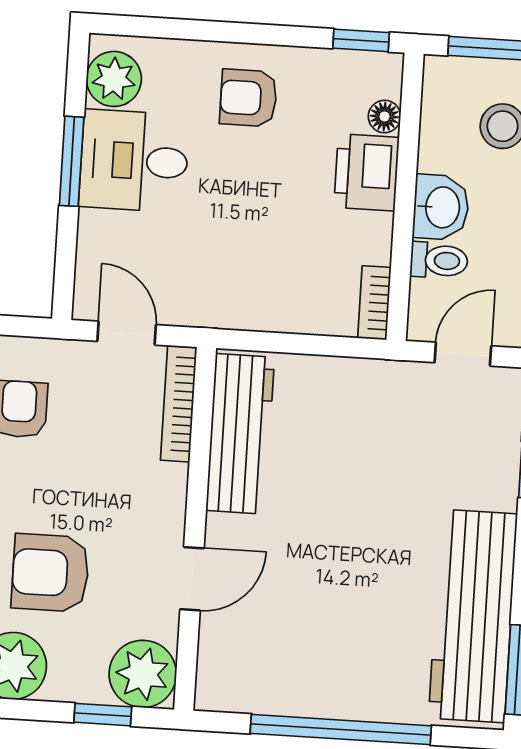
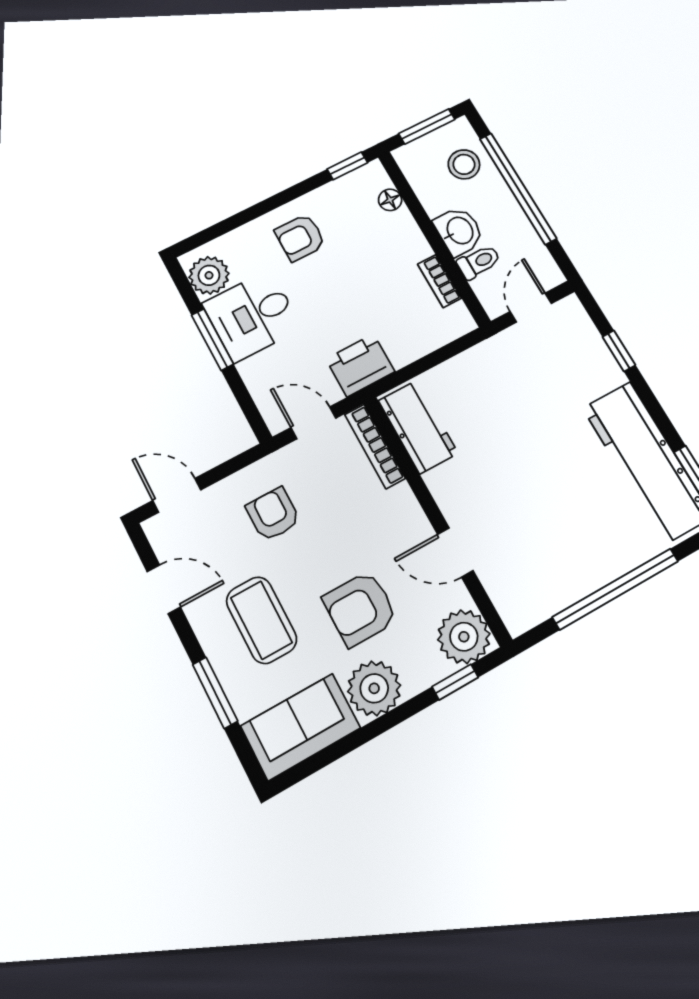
printer: (367, 172) -> (360, 365), moved, turned 90
bookcase: (374, 303) -> (439, 281), moved
workbench: (240, 434) -> (418, 427), width x0.73
door: (192, 579) -> (455, 553), swing flipped

